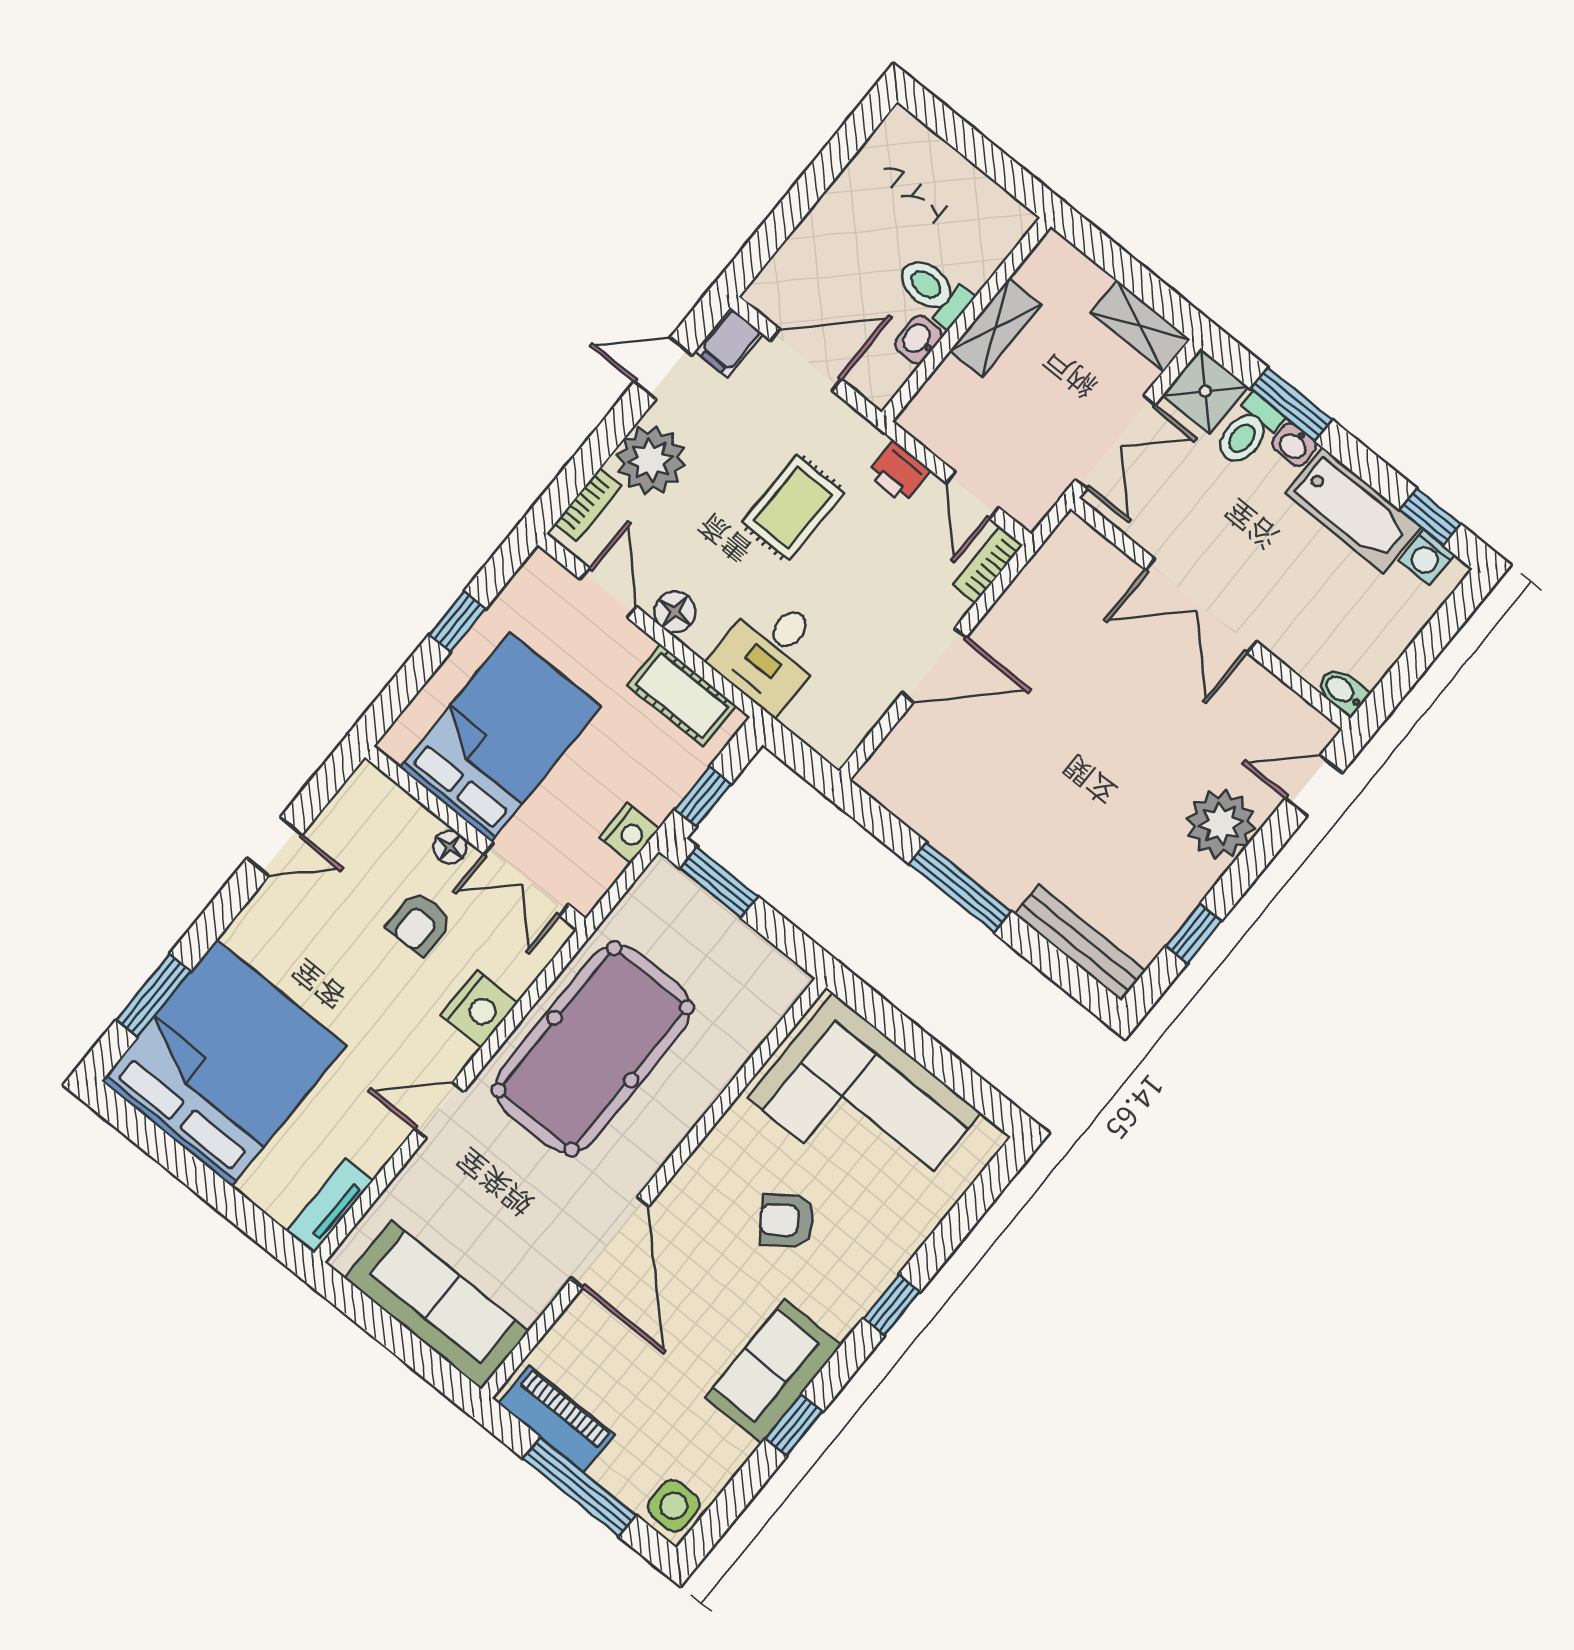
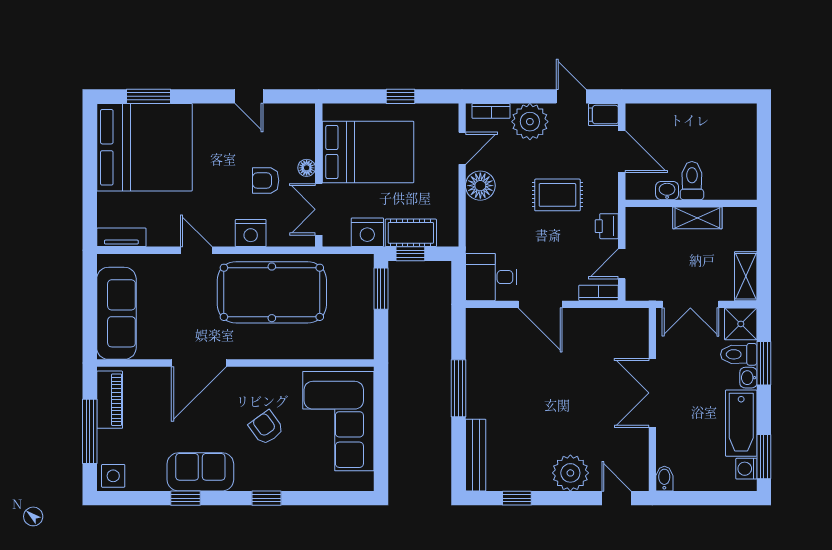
window: (1430, 517) -> (764, 457), width x1.50
floor lamp: (675, 612) -> (480, 186), width x1.38, depth x1.38
desk: (770, 653) -> (491, 277), moved
cot: (682, 695) -> (411, 233), moved, turned 90
nightstand: (629, 833) -> (367, 232), width x1.36, depth x1.33

